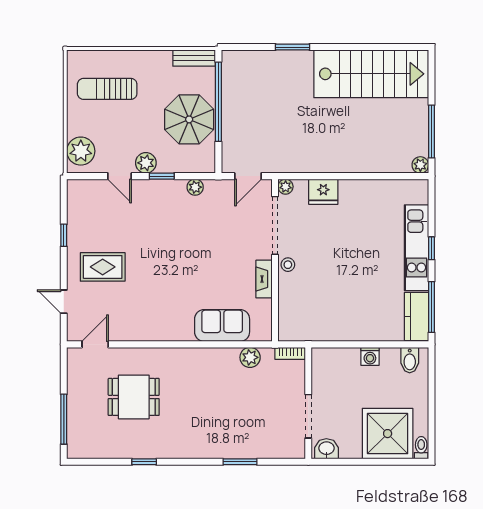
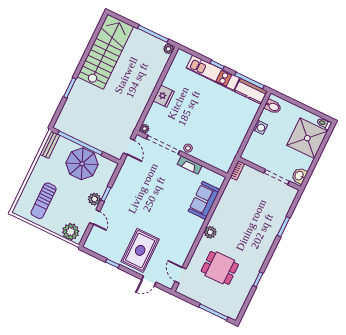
door: (120, 176) -> (95, 217), hinge flipped
plant: (195, 187) -> (121, 178), removed
fridge: (323, 192) -> (164, 96), moved
rug: (103, 267) -> (140, 250), width x1.36, depth x1.43
plant: (250, 357) -> (210, 232), moved
dining table: (134, 397) -> (220, 268), turned 90

